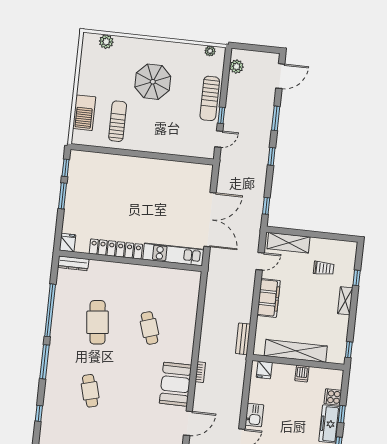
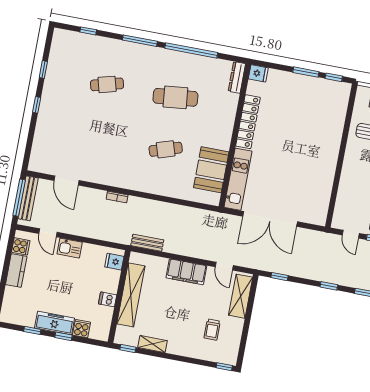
window: (357, 278) -> (224, 367), moved
shelving: (345, 301) -> (152, 344), moved
booth: (175, 384) -> (211, 170), moved, turned 90

